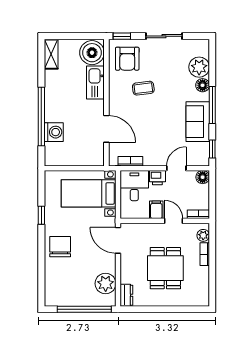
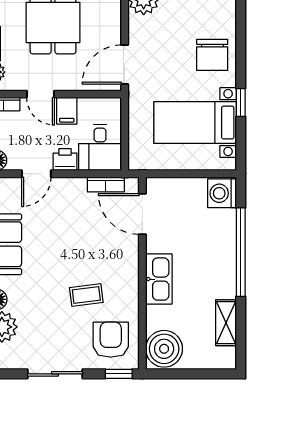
shelving: (51, 54) -> (226, 323), moved
kitchen sink: (95, 83) -> (159, 279), moved
door: (106, 129) -> (142, 214), moved
washing machine: (54, 132) -> (222, 193), moved
bed with nightstands: (89, 193) -> (195, 123), moved, turned 180
door: (118, 240) -> (125, 64), swing flipped

